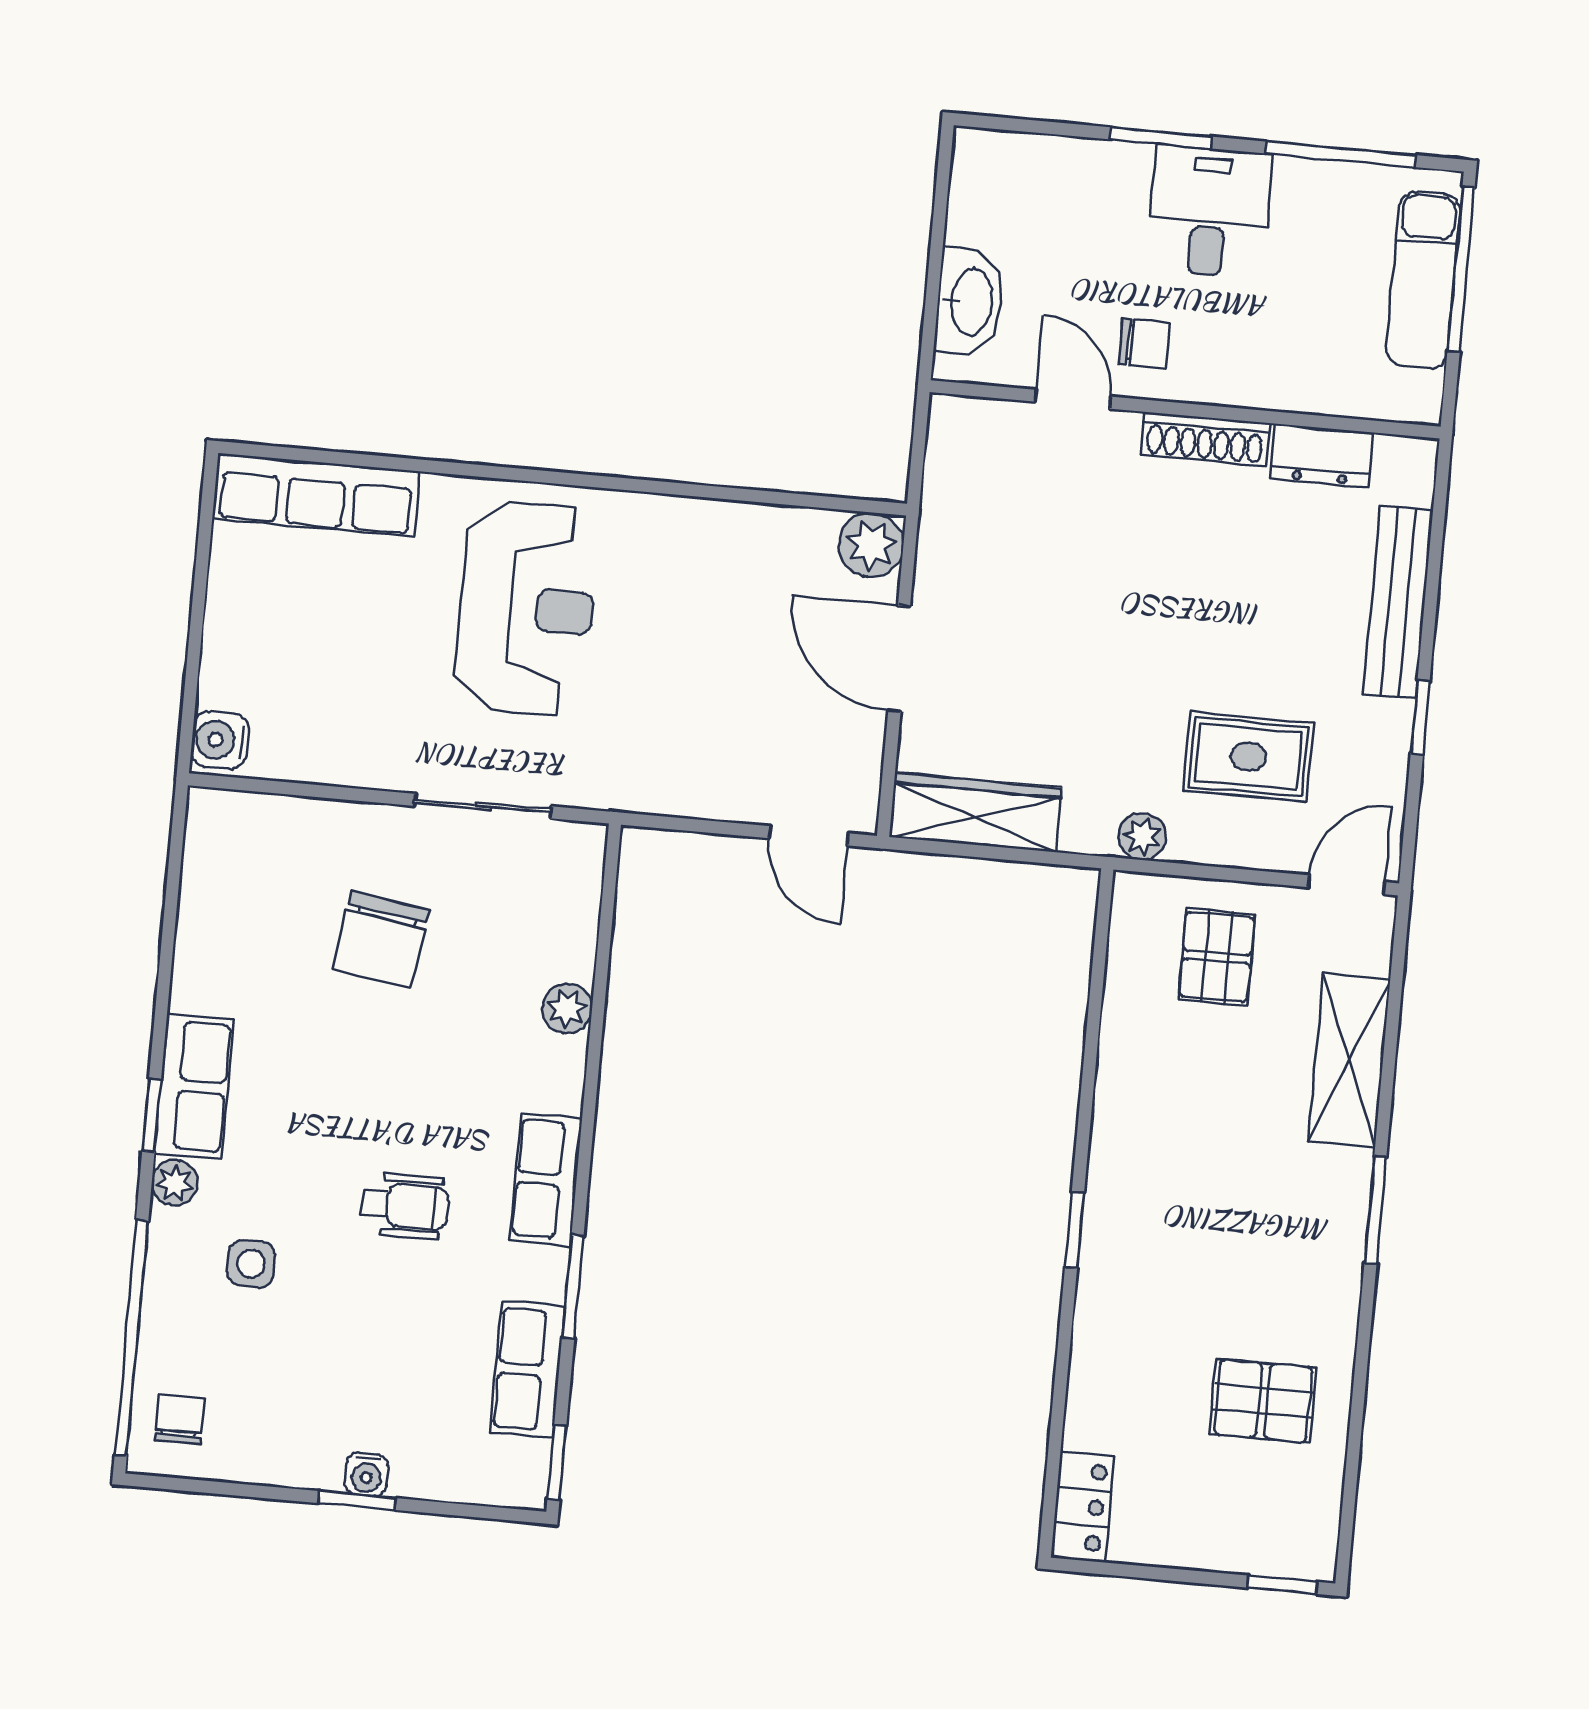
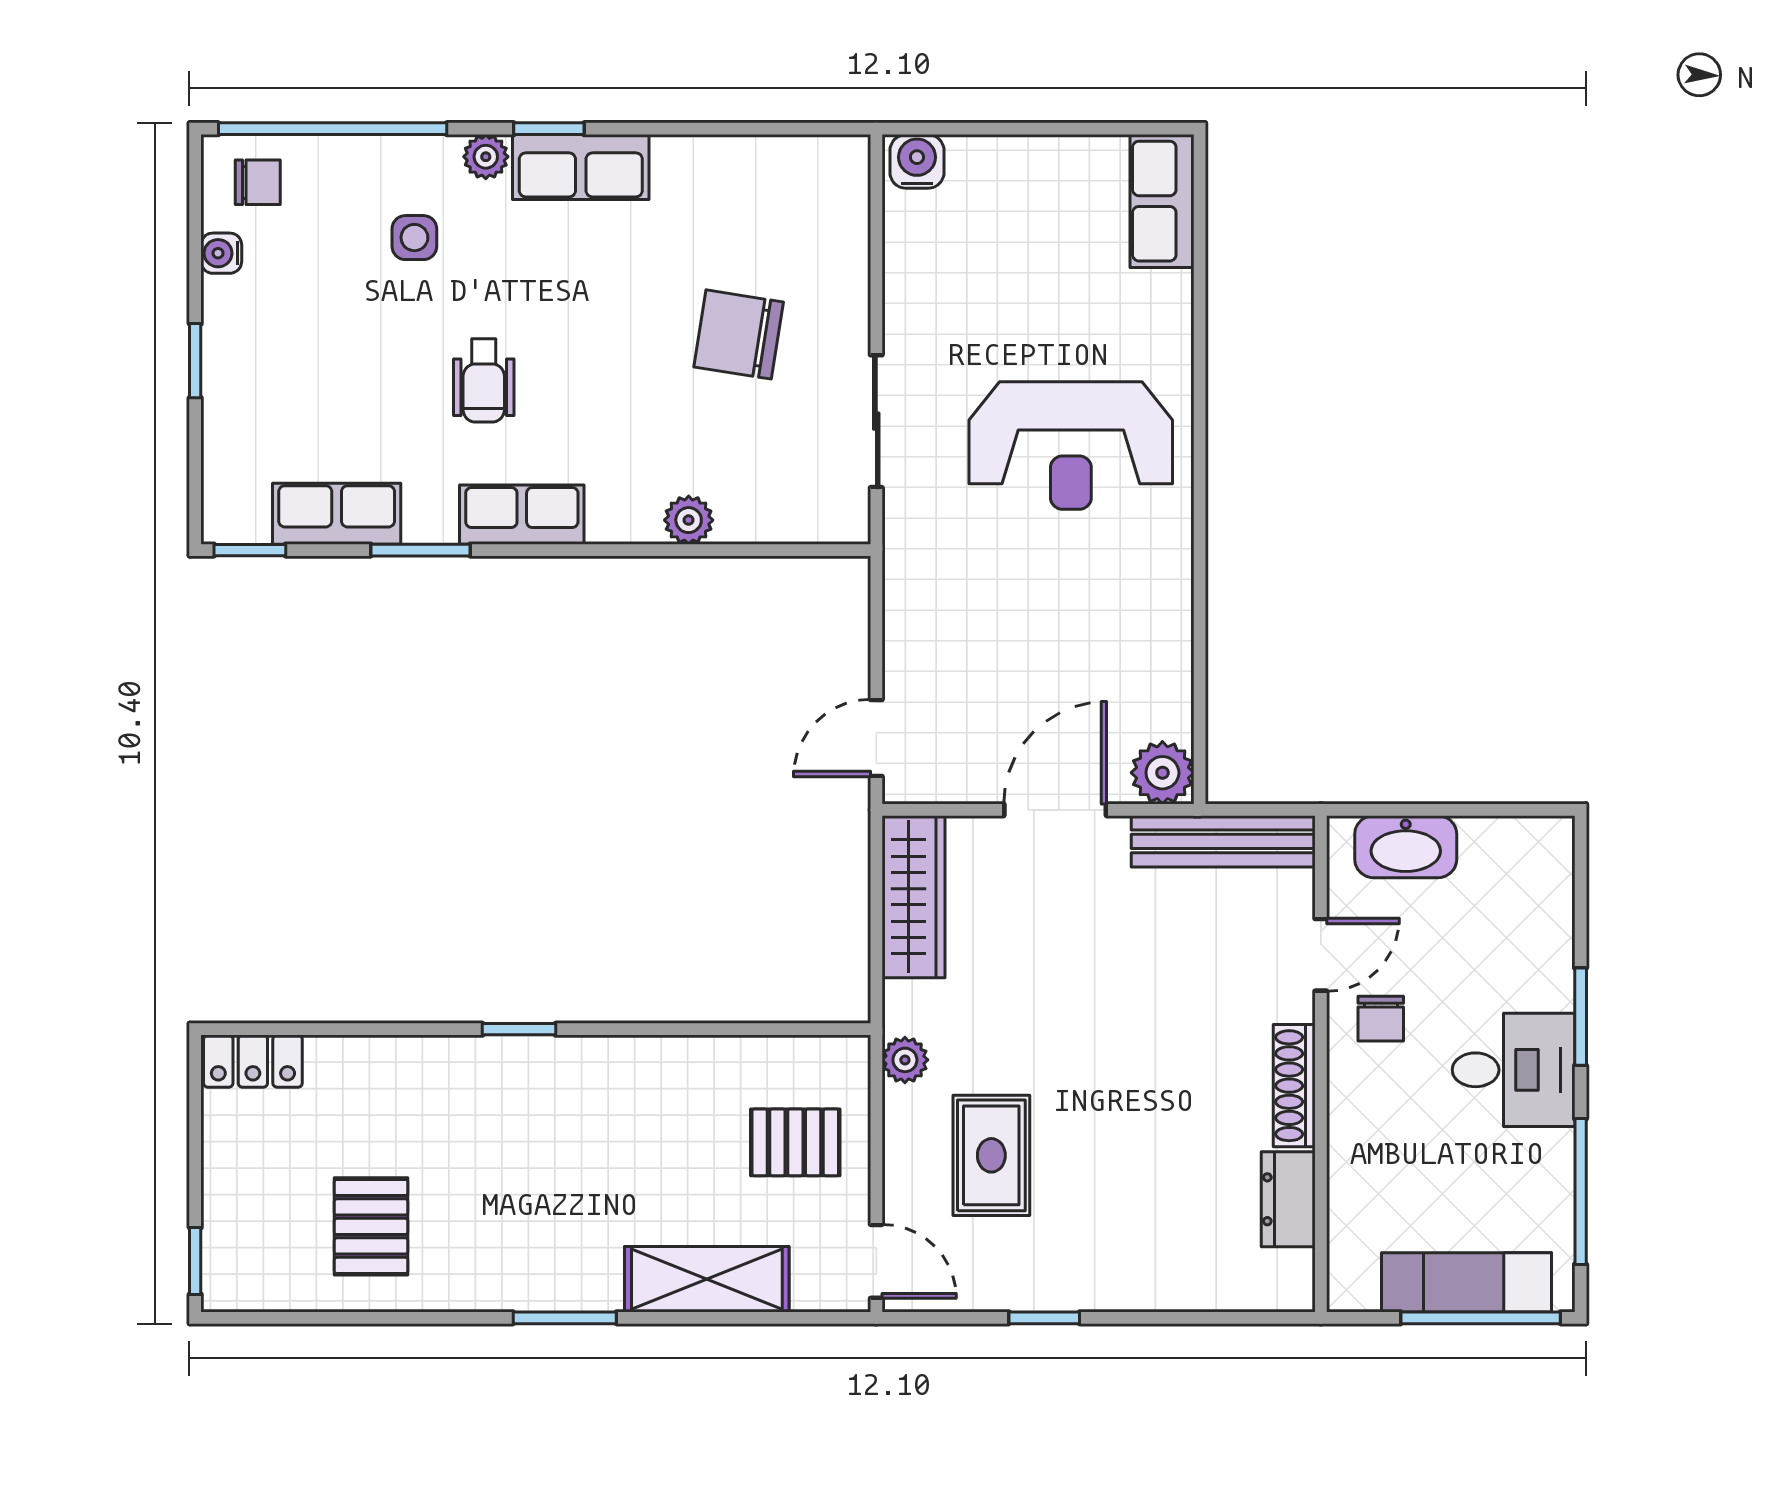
row of seats: (316, 495) -> (1162, 201), width x0.68
bench: (1398, 602) -> (1223, 841), moved
water cooler: (366, 1474) -> (221, 253), moved

